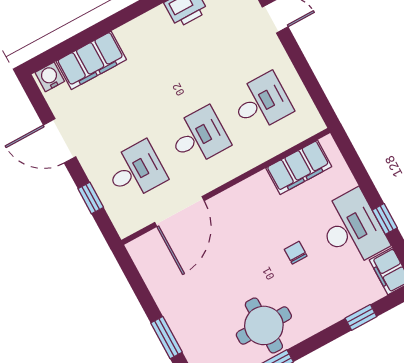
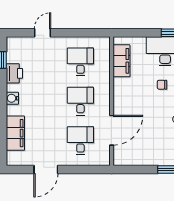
water cooler: (50, 77) -> (12, 98), moved
window: (91, 198) -> (82, 169), removed
door: (179, 212) -> (112, 130), hinge flipped

